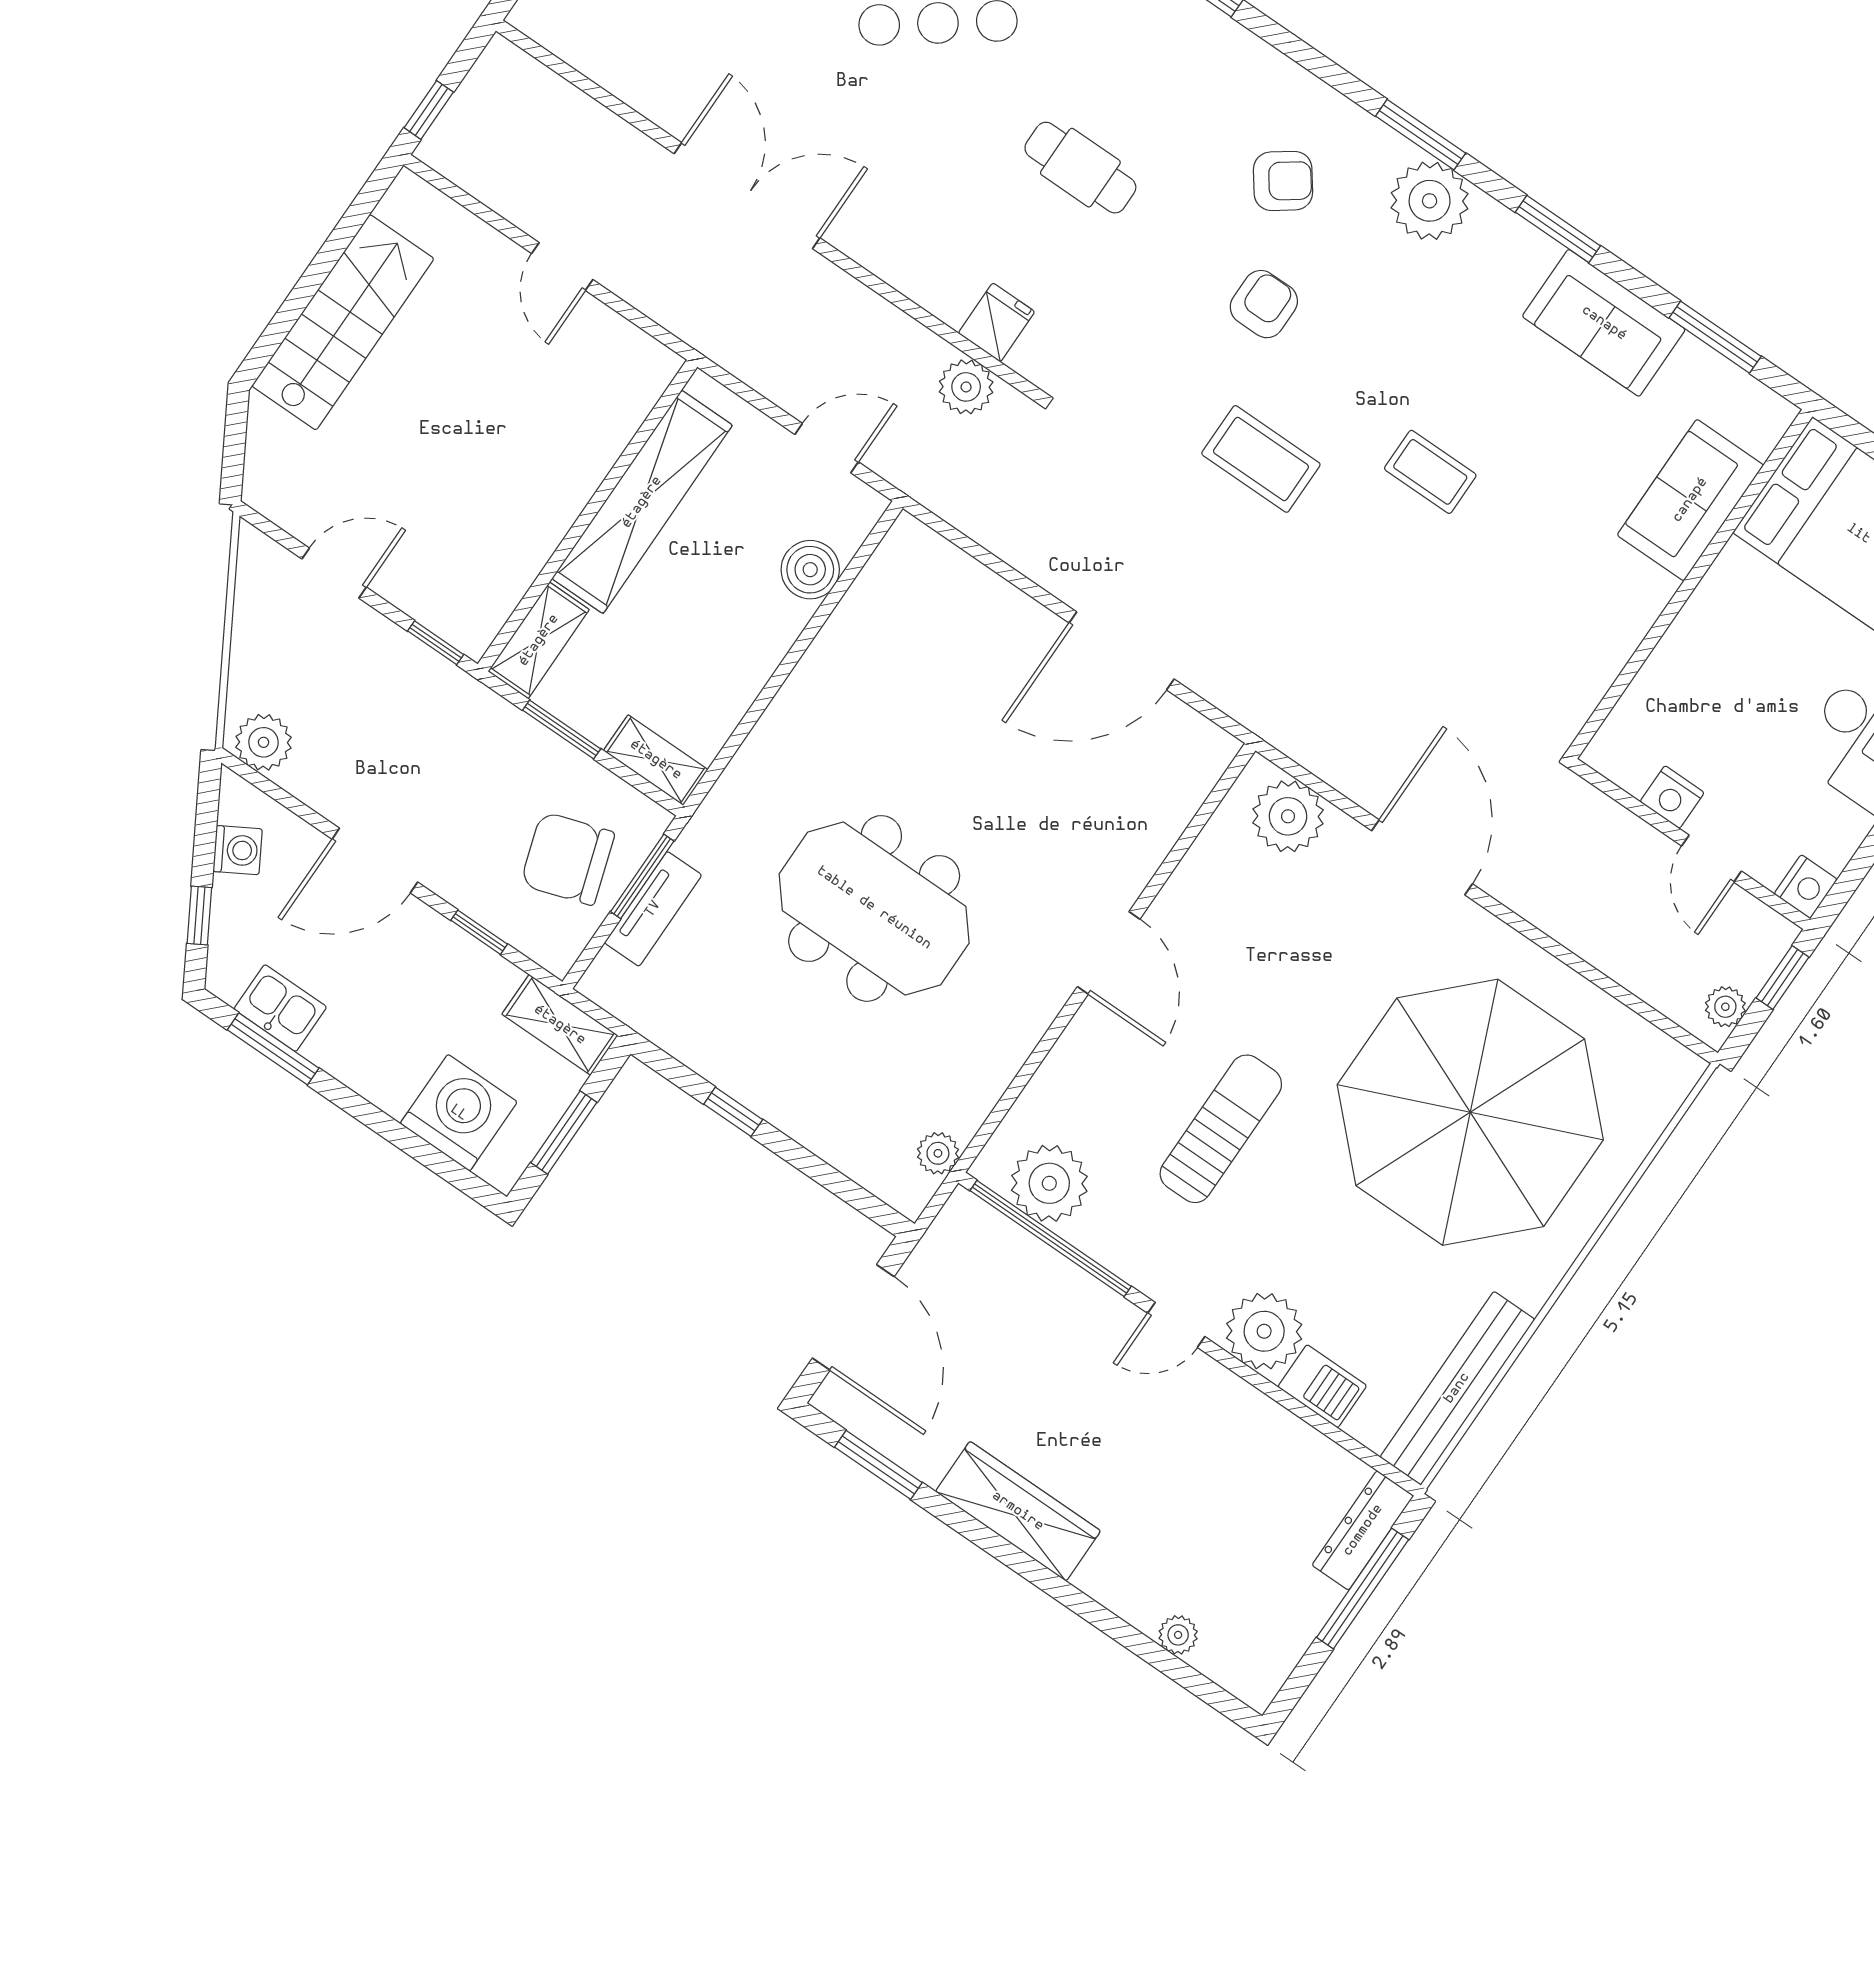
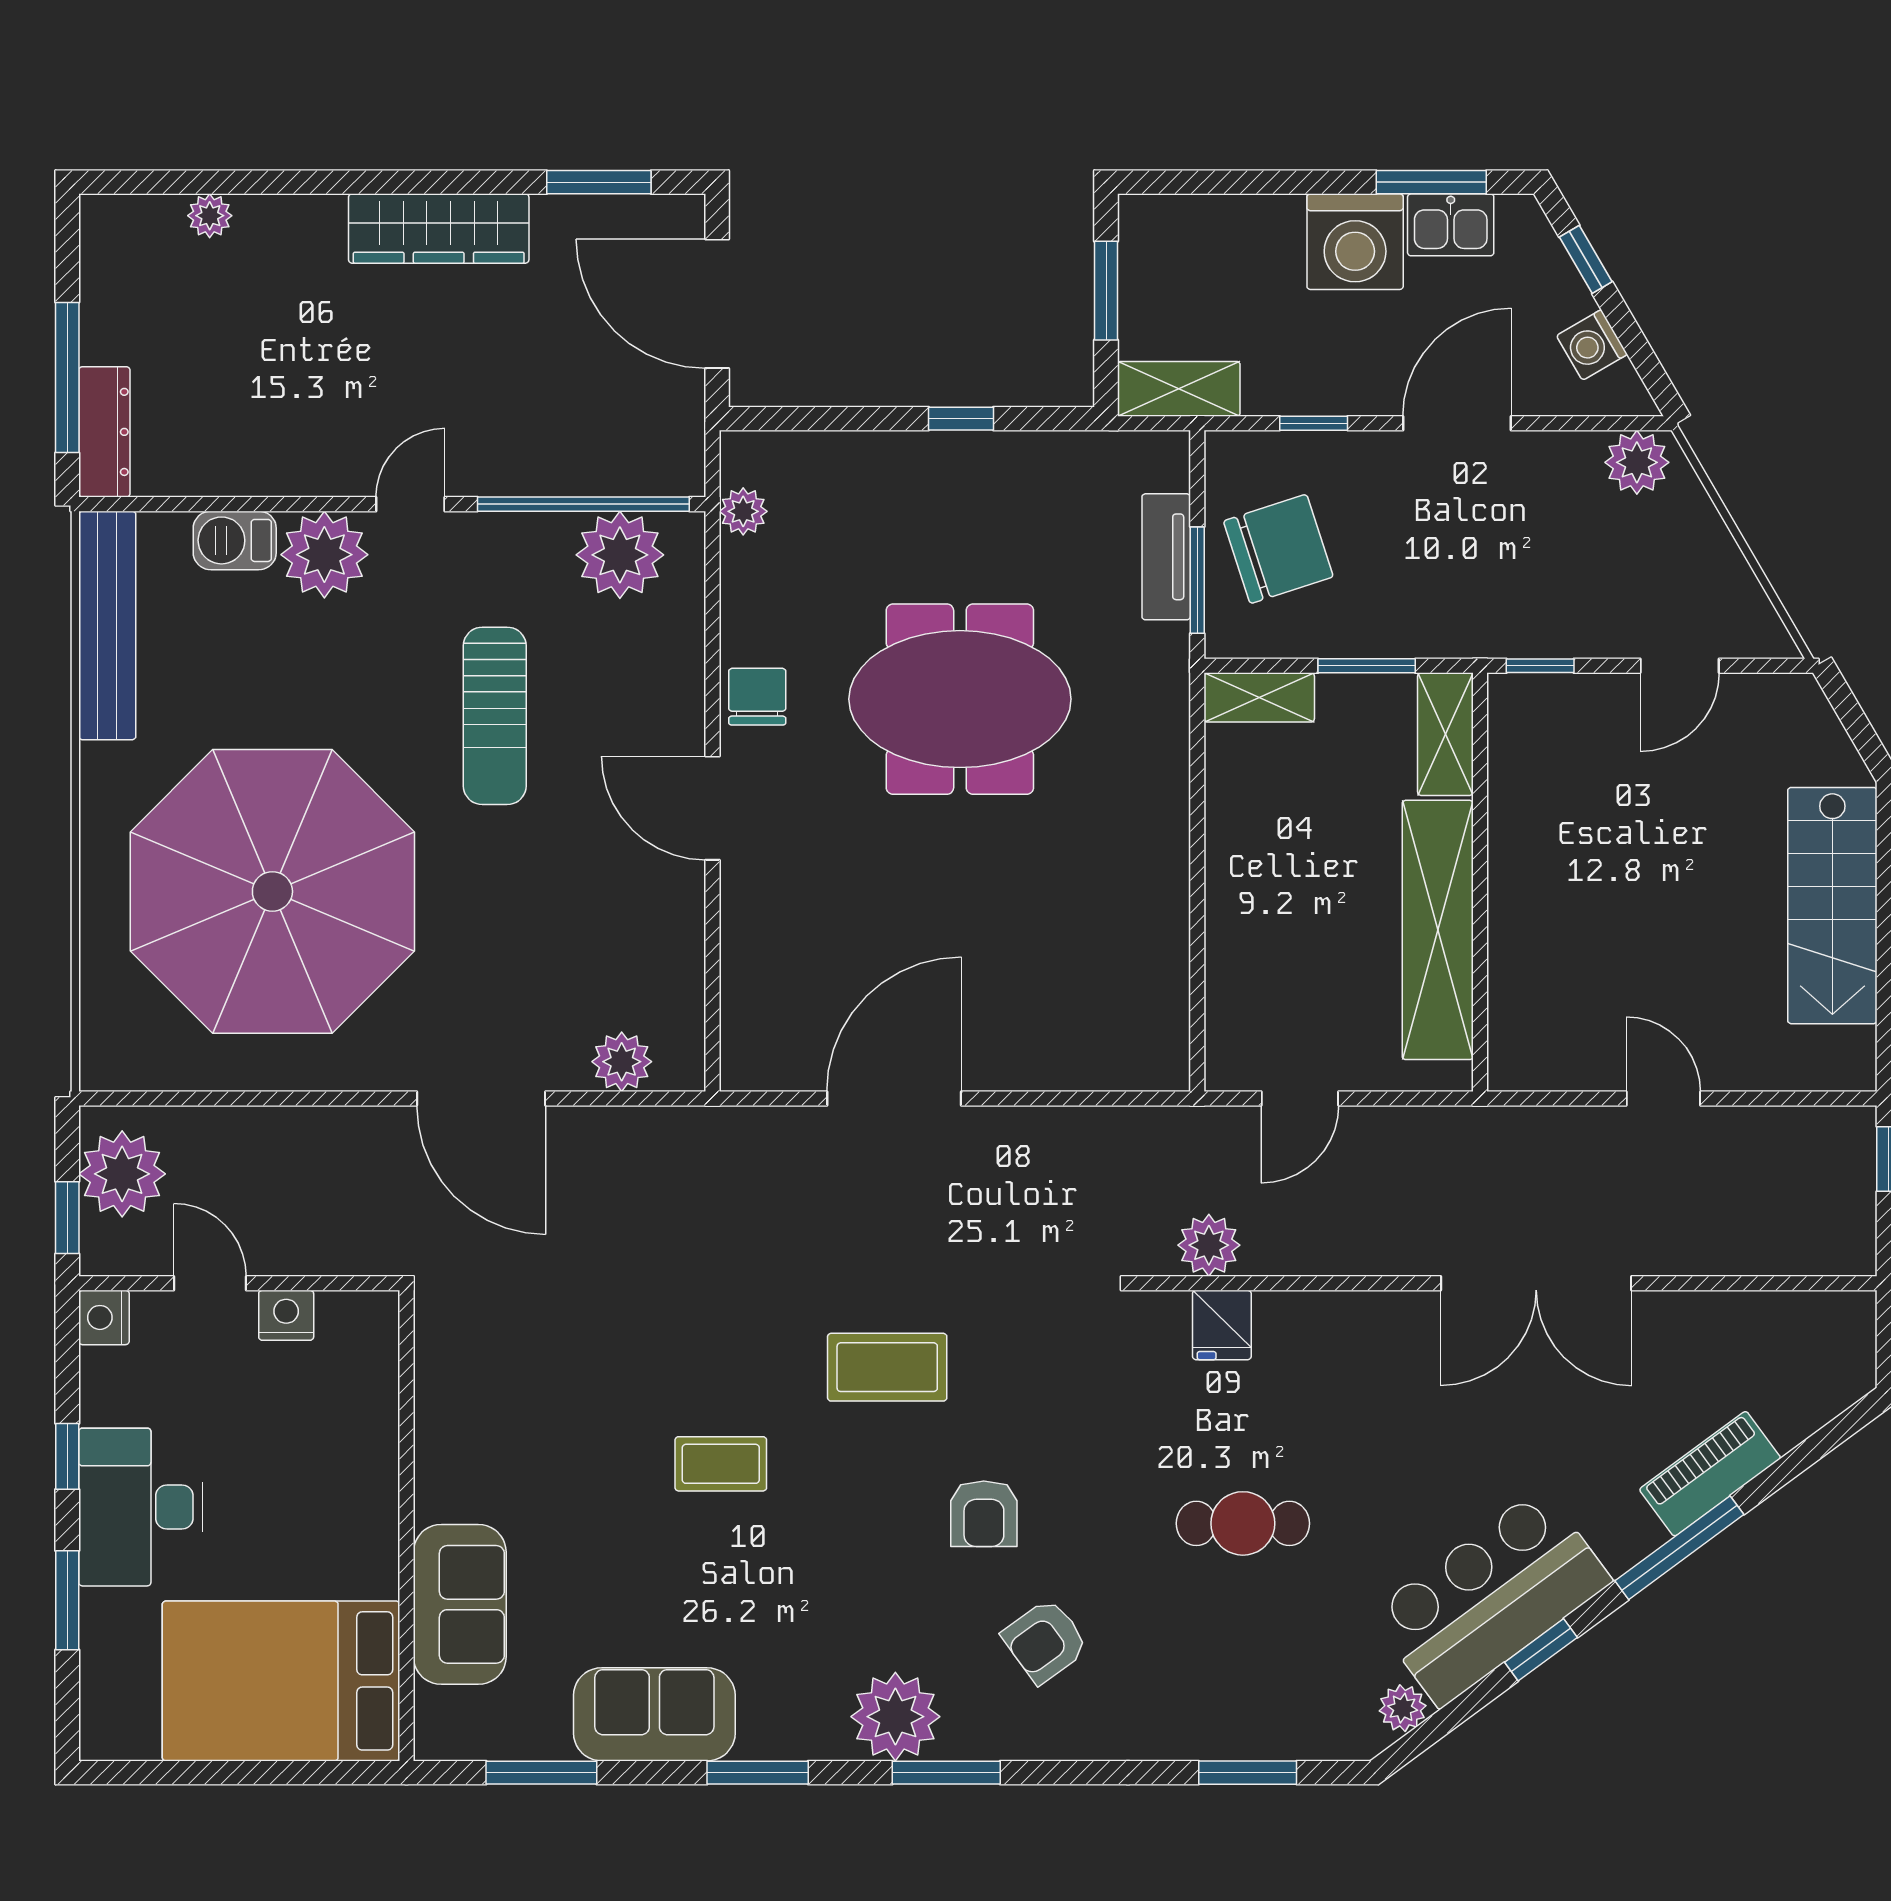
boiler: (810, 570) -> (1237, 974), removed
plant: (1288, 816) -> (622, 1062), width x0.73, depth x0.73
plant: (1725, 1007) -> (122, 1174), width x1.88, depth x1.88
chair: (1020, 1012) -> (757, 697), added
washing machine: (459, 1113) -> (1355, 242), moved

